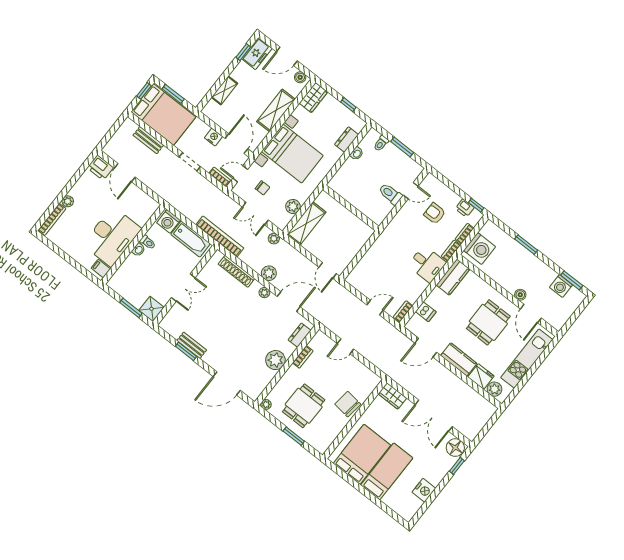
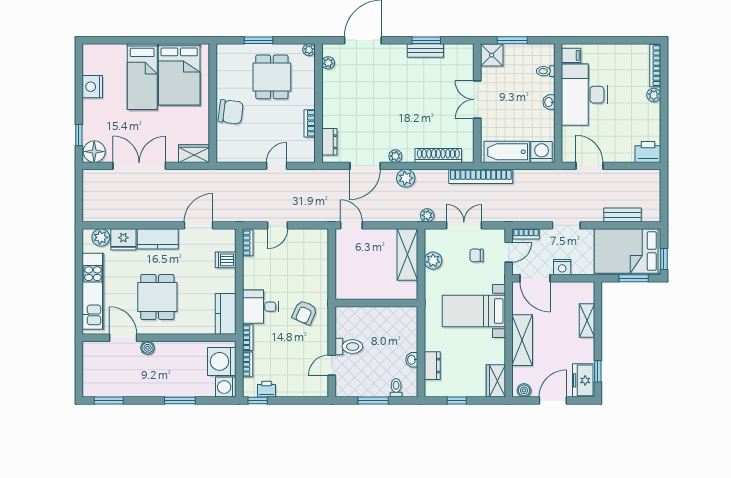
bed with nightstands: (292, 154) -> (474, 311), width x0.73
door: (125, 173) -> (589, 166), moved
armchair: (435, 213) -> (305, 312), moved, turned 114
toilet: (148, 242) -> (546, 71), moved
washing machine: (561, 286) -> (226, 387), moved, turned -90
plant: (275, 360) -> (328, 63), moved, width x0.53, depth x0.53

